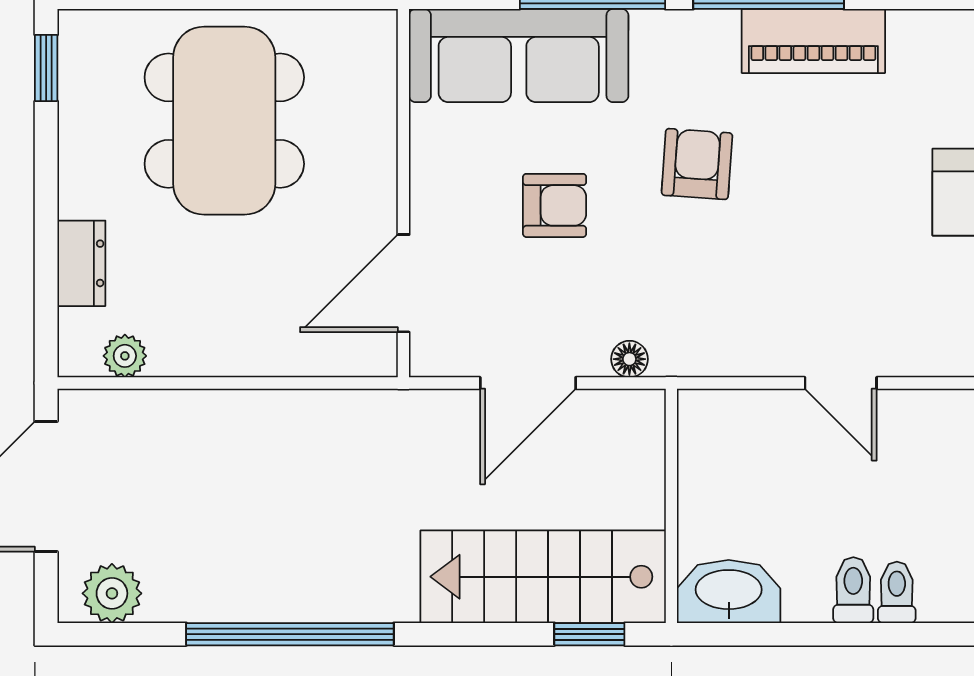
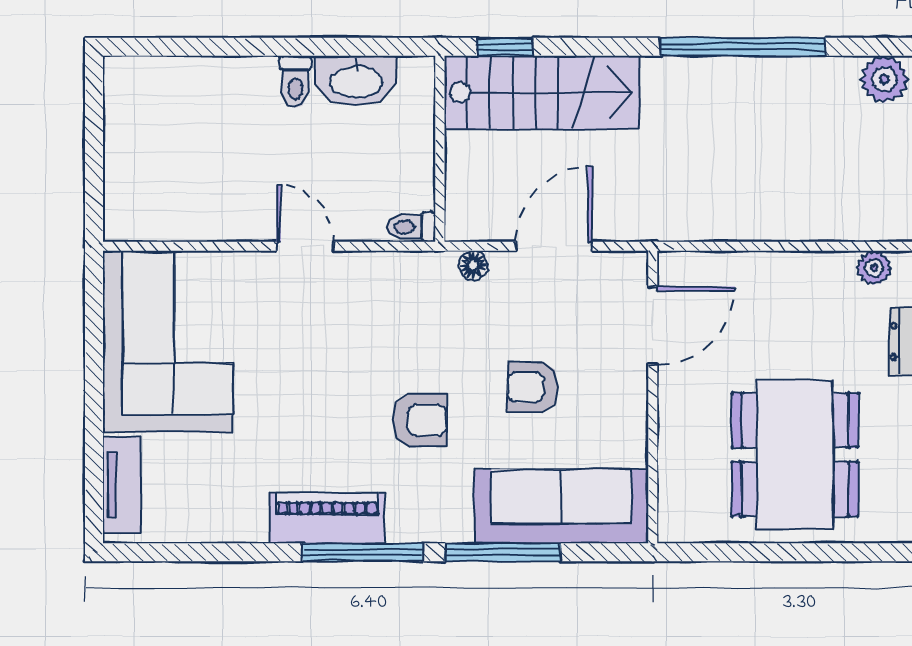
armchair: (697, 164) -> (420, 420), turned -94
washbasin: (729, 591) -> (356, 81), moved
toilet: (897, 592) -> (411, 227), moved, turned 90

